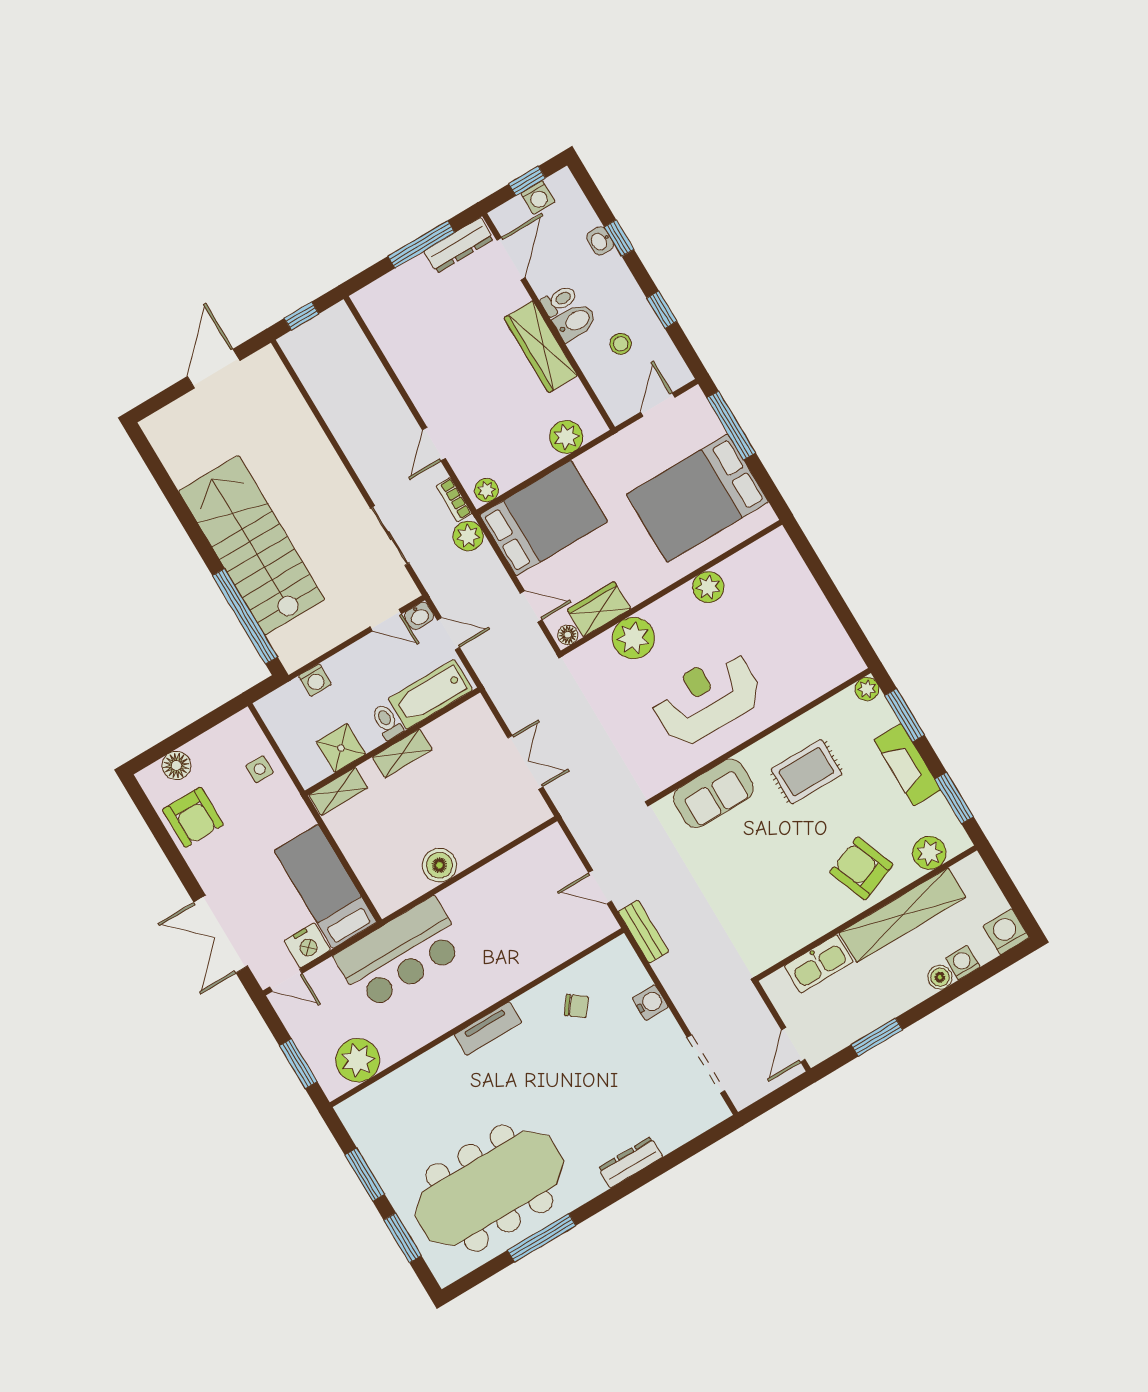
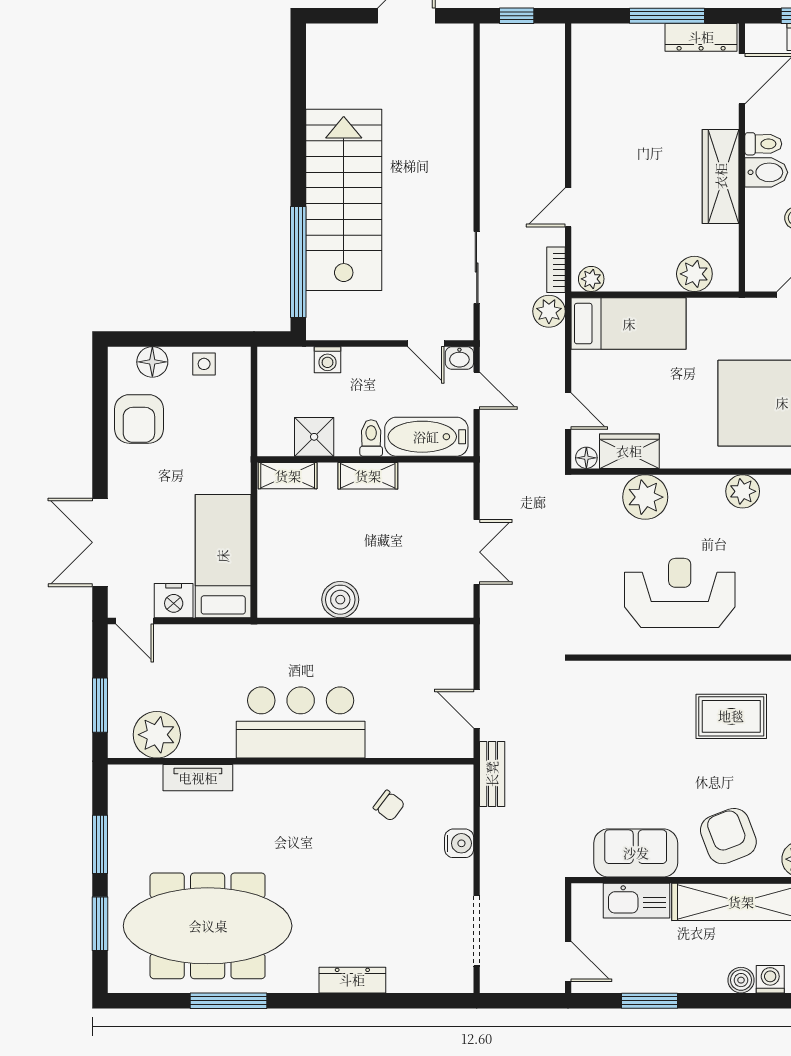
bed: (544, 518) -> (629, 324), width x0.67
side table: (260, 769) -> (204, 364), moved
sofa: (713, 793) -> (636, 853), moved, turned 180
bar counter: (400, 954) -> (301, 723), moved, turned 180
tv unit: (488, 1029) -> (198, 778), moved
door: (793, 1045) -> (568, 961), swing flipped

